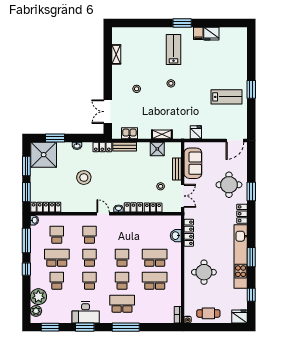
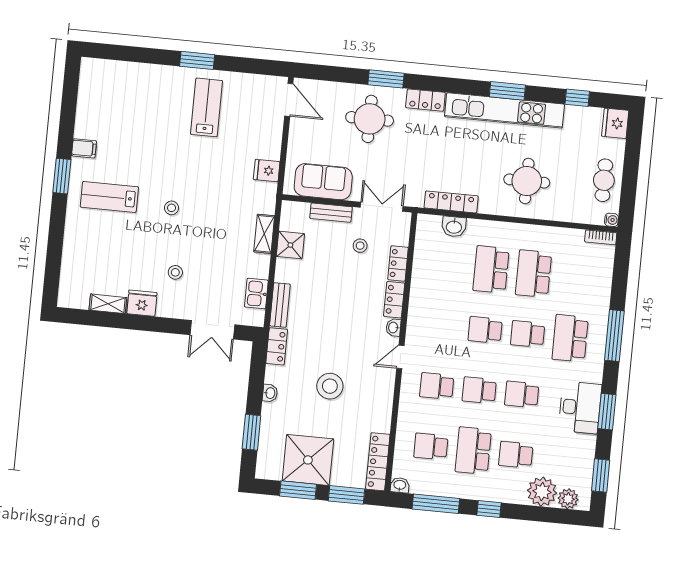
fridge: (211, 34) -> (142, 303), moved, turned -90
shower: (44, 155) -> (308, 460), moved

